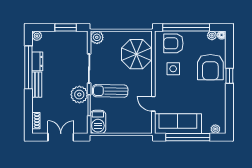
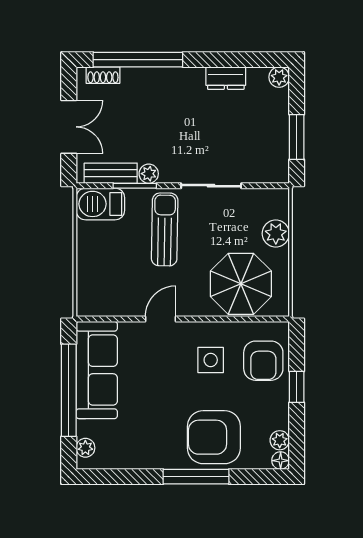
window: (186, 27) -> (297, 387), width x0.32
plant: (97, 37) -> (276, 234), moved
armchair: (173, 43) -> (263, 361), turned 180
window: (28, 67) -> (138, 60), moved
window: (229, 76) -> (196, 477), width x2.17
bench: (37, 85) -> (111, 173), moved
plant: (79, 95) -> (149, 174), width x0.53, depth x0.53
door: (153, 104) -> (161, 319), moved

